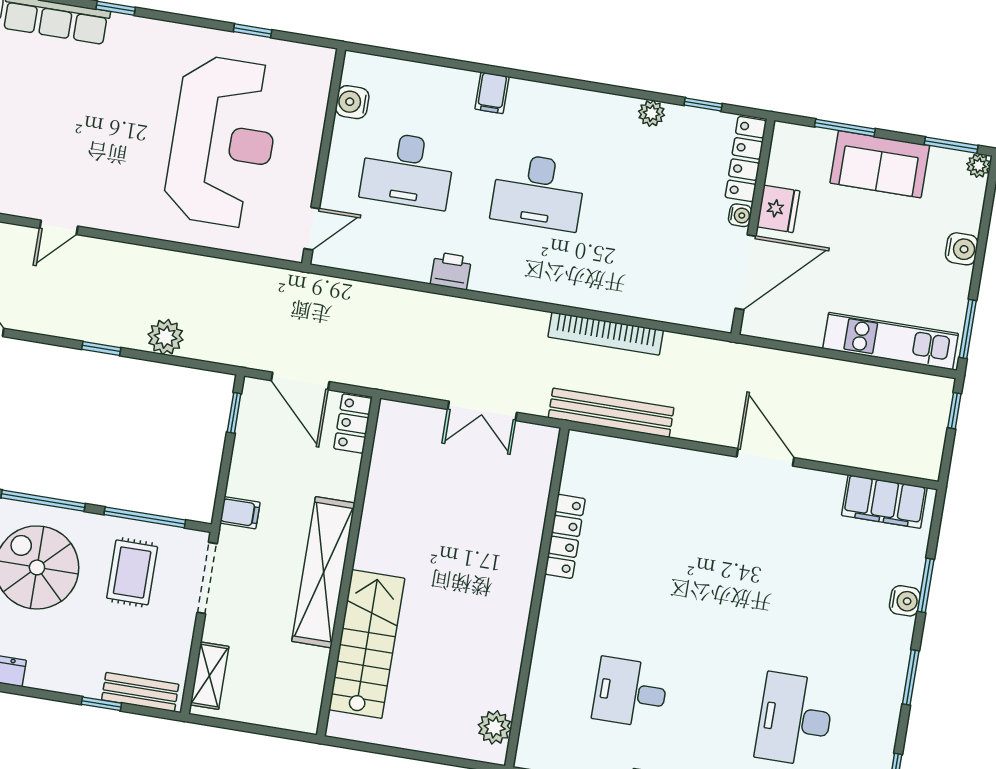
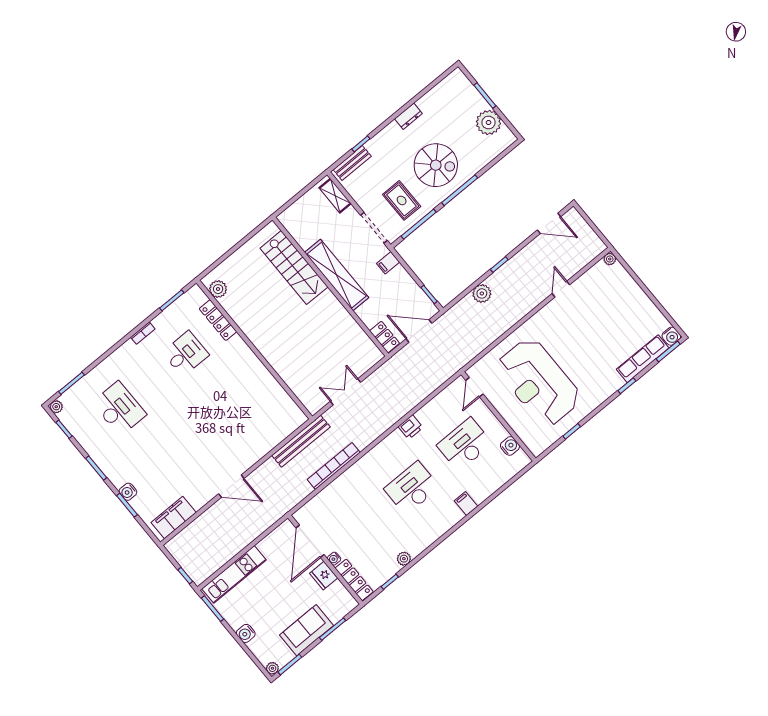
locker: (565, 536) -> (218, 320), moved

